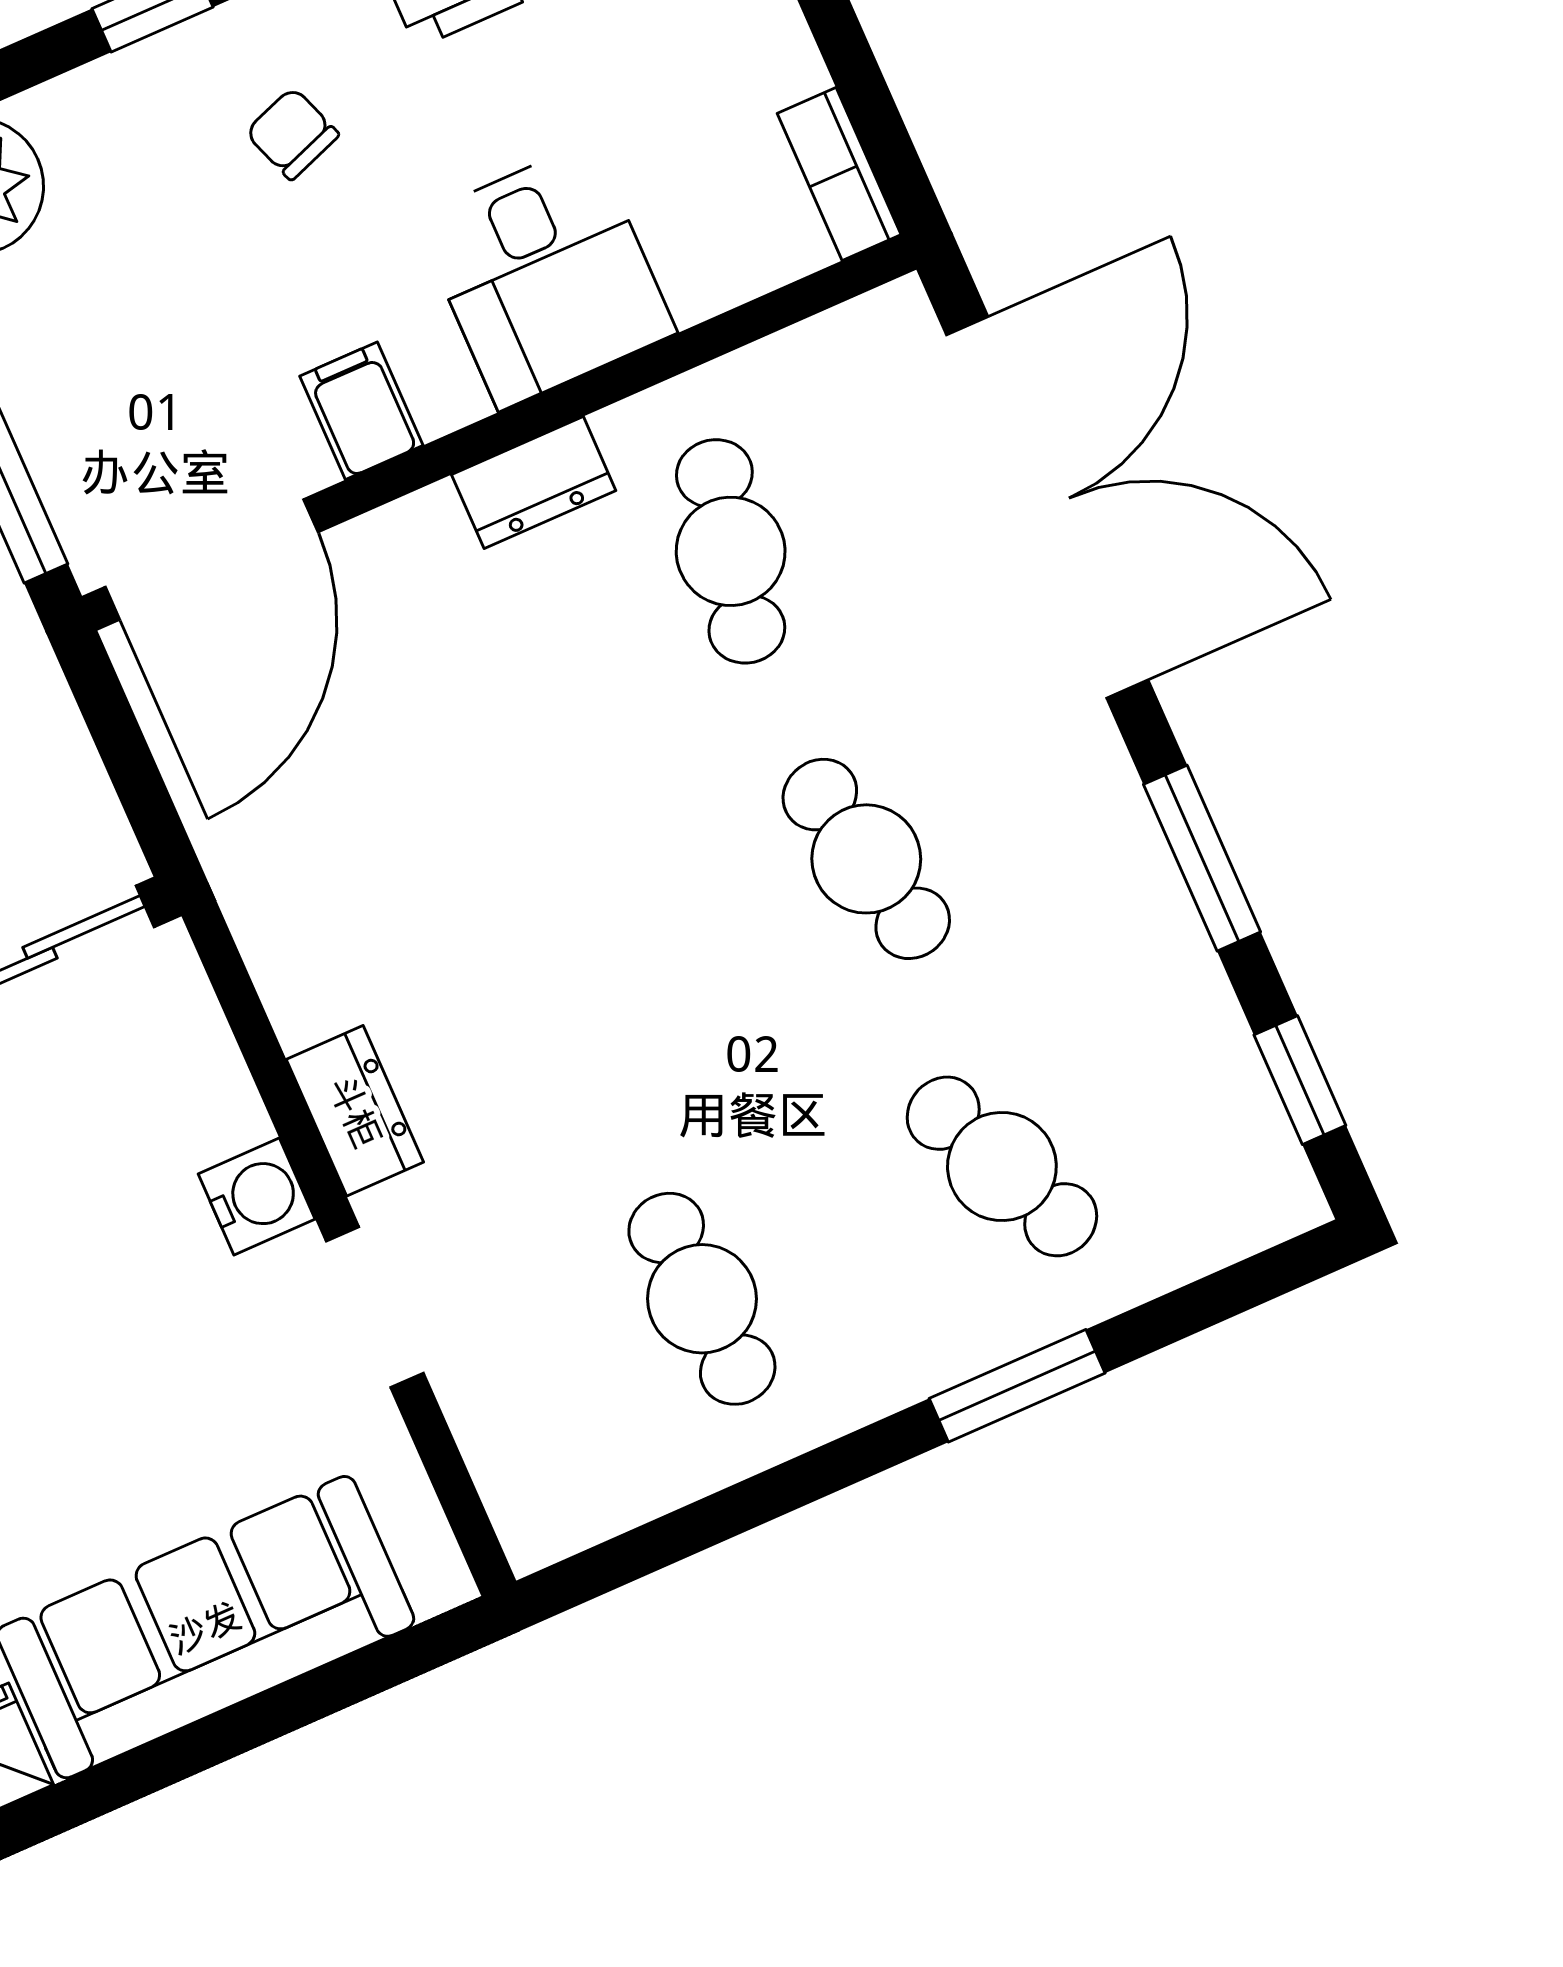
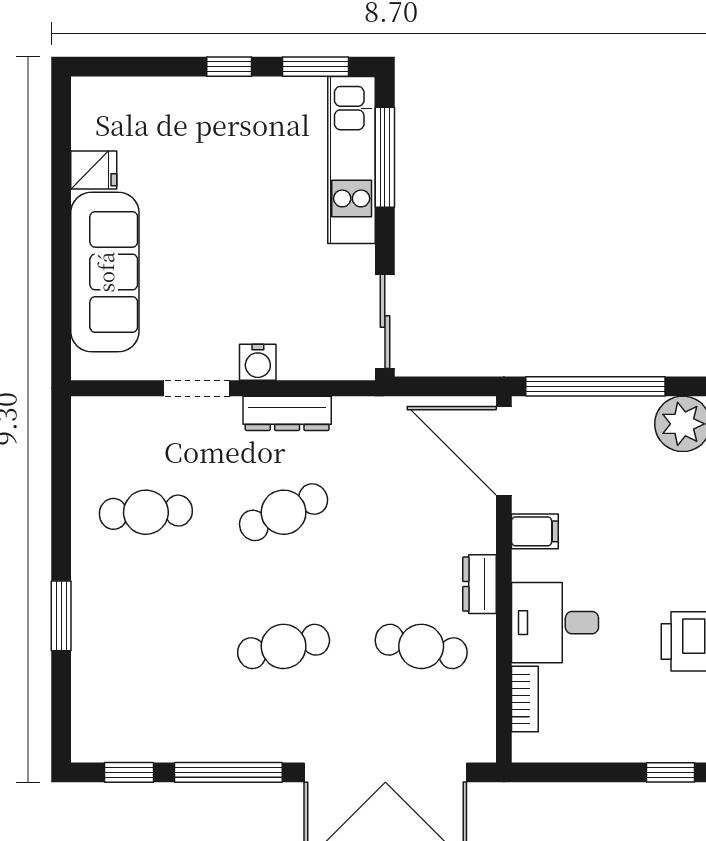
chair: (292, 134) -> (650, 551), removed
bookcase: (839, 174) -> (525, 699), moved, turned 90
window: (1202, 858) -> (228, 772), width x1.44
dresser: (355, 1111) -> (287, 413), width x1.44
cafe table: (1002, 1166) -> (284, 512), moved

